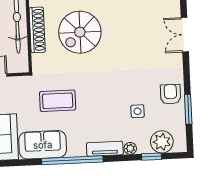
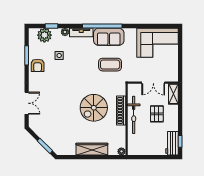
spiral stairs: (80, 32) -> (94, 108), turned 180
sofa: (43, 145) -> (109, 37), moved

